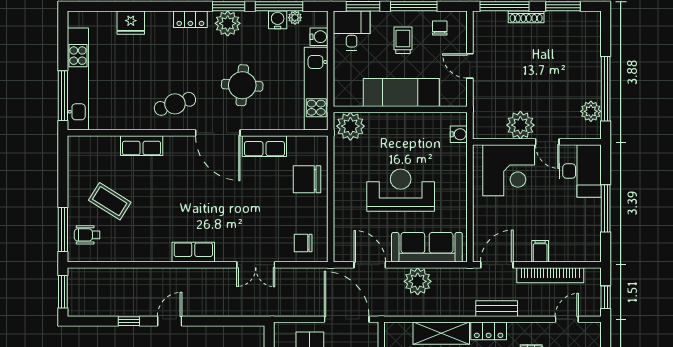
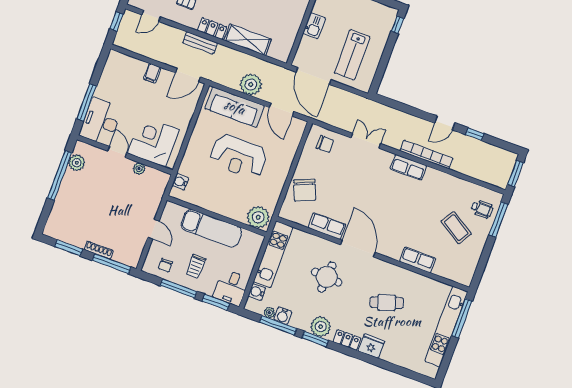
fridge: (131, 23) -> (371, 346), moved
cafe table: (175, 104) -> (387, 303), moved
plant: (520, 125) -> (139, 169), width x0.53, depth x0.53
chair: (307, 179) -> (305, 190), turned 68
window: (606, 208) -> (87, 102), moved
bookcase: (550, 275) -> (426, 155), moved

